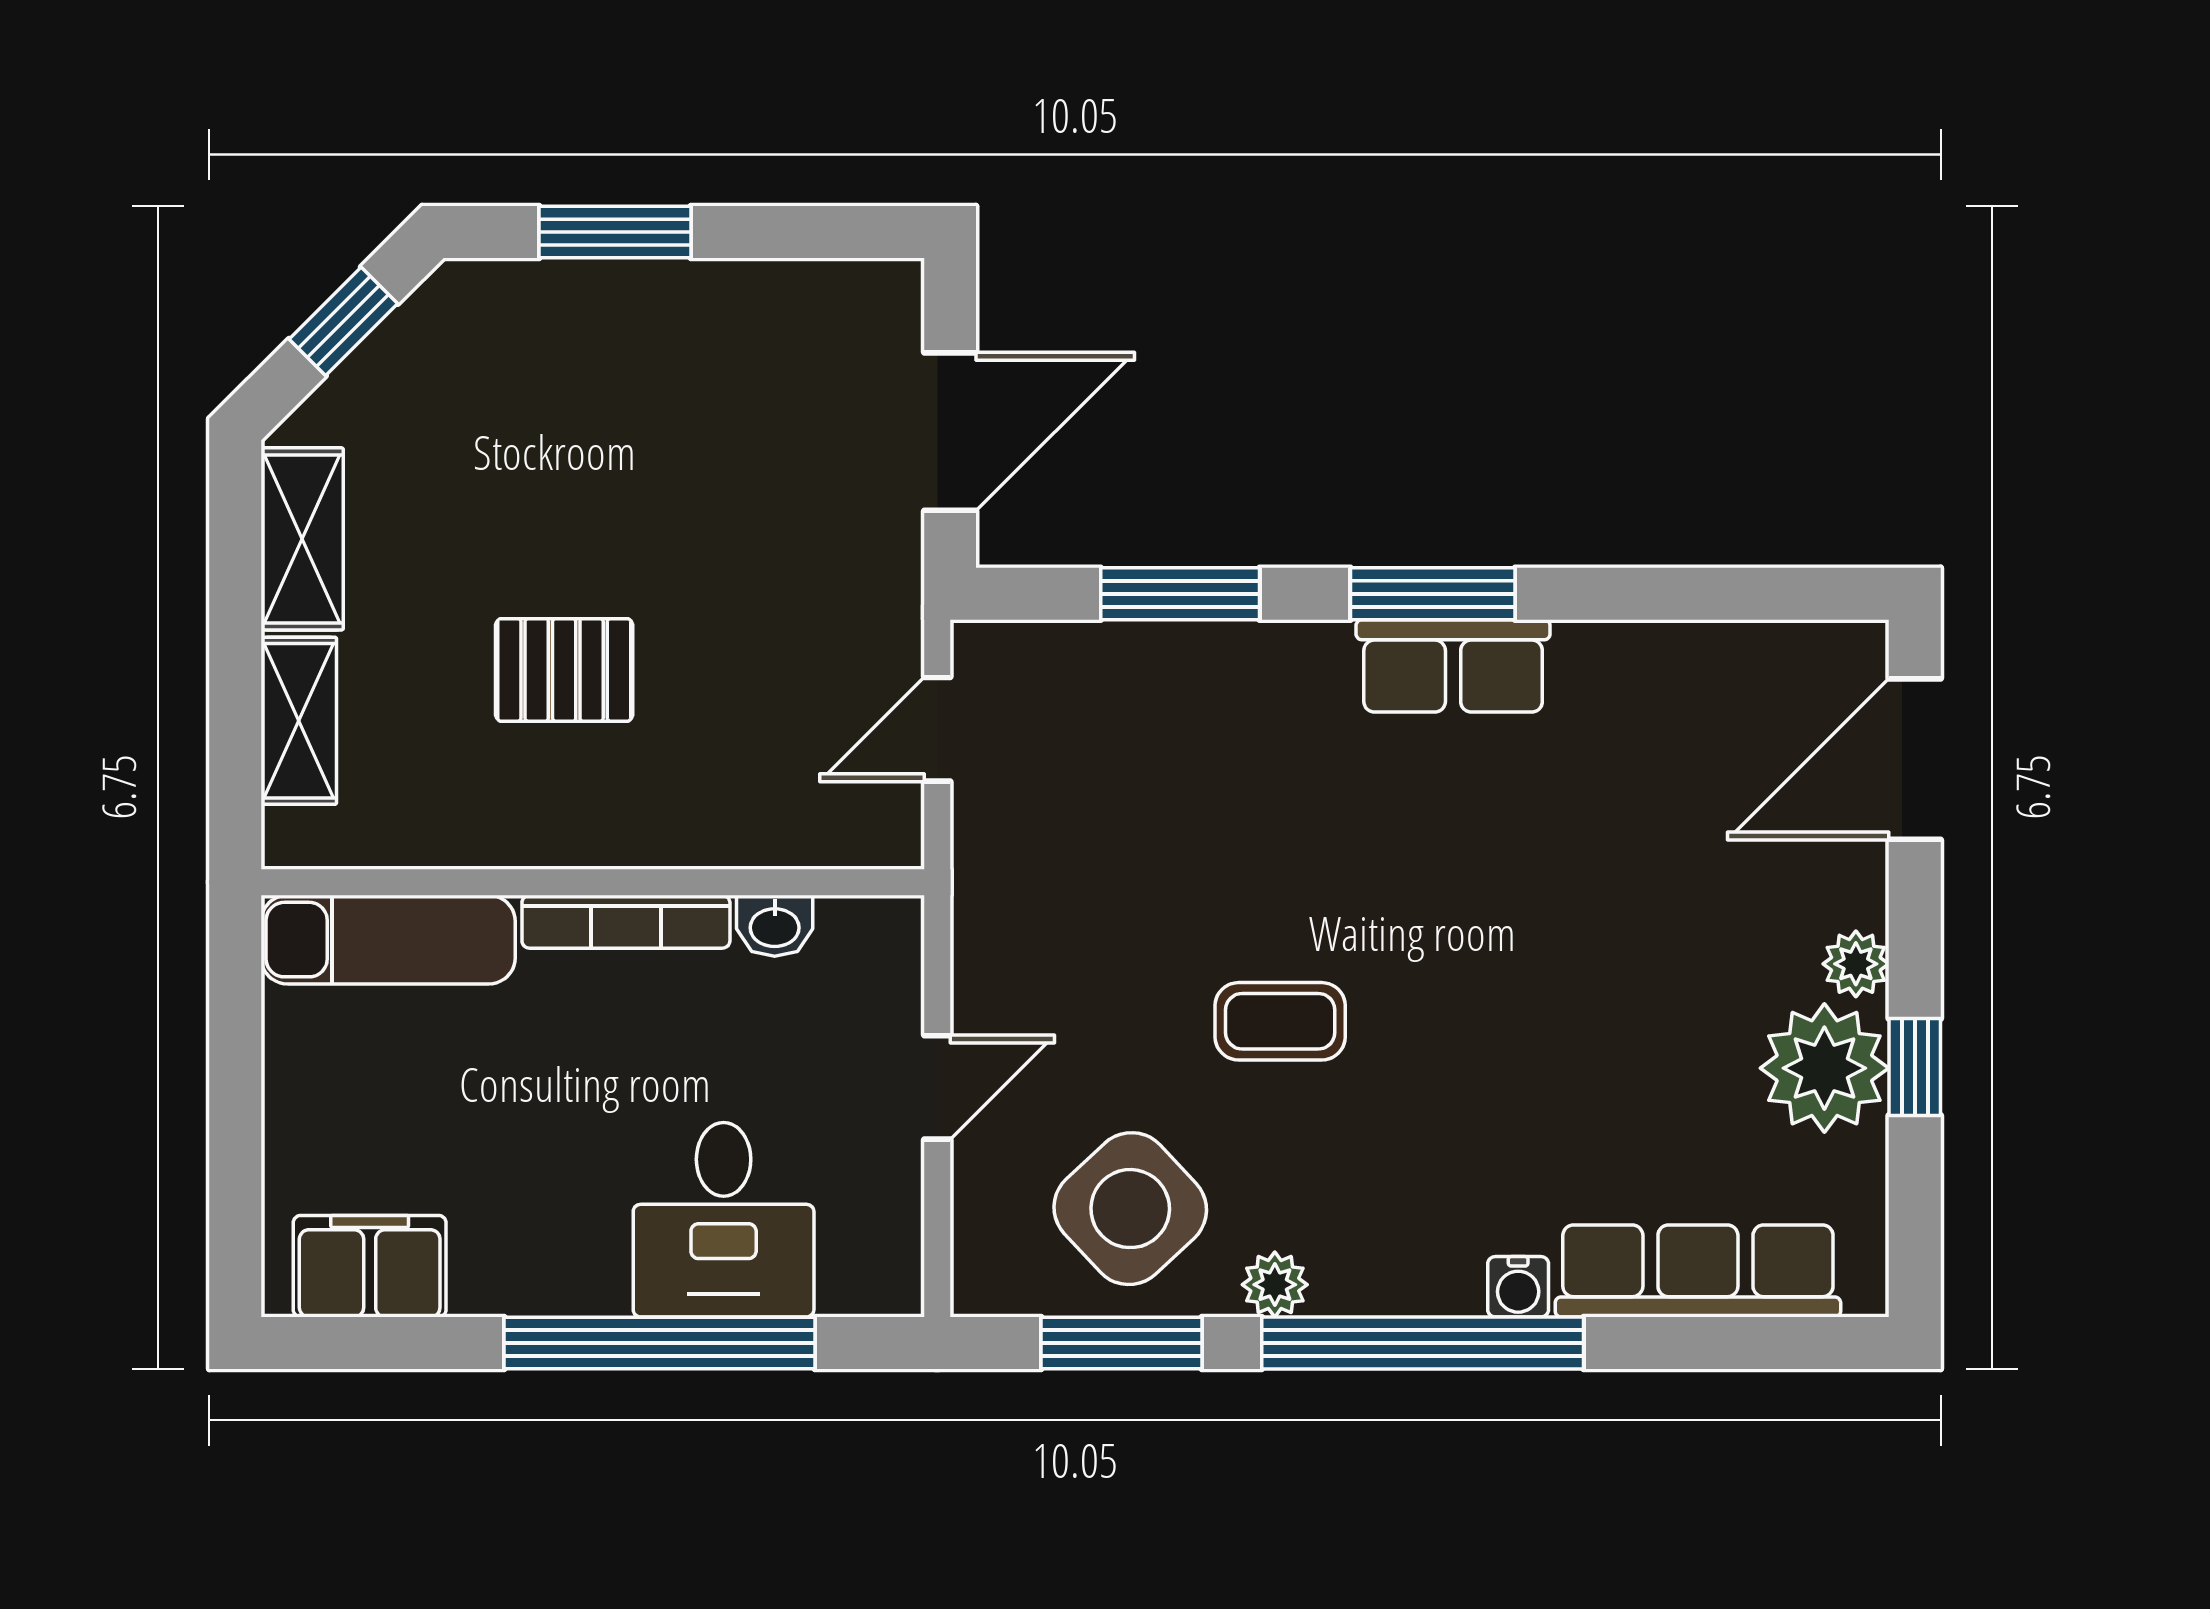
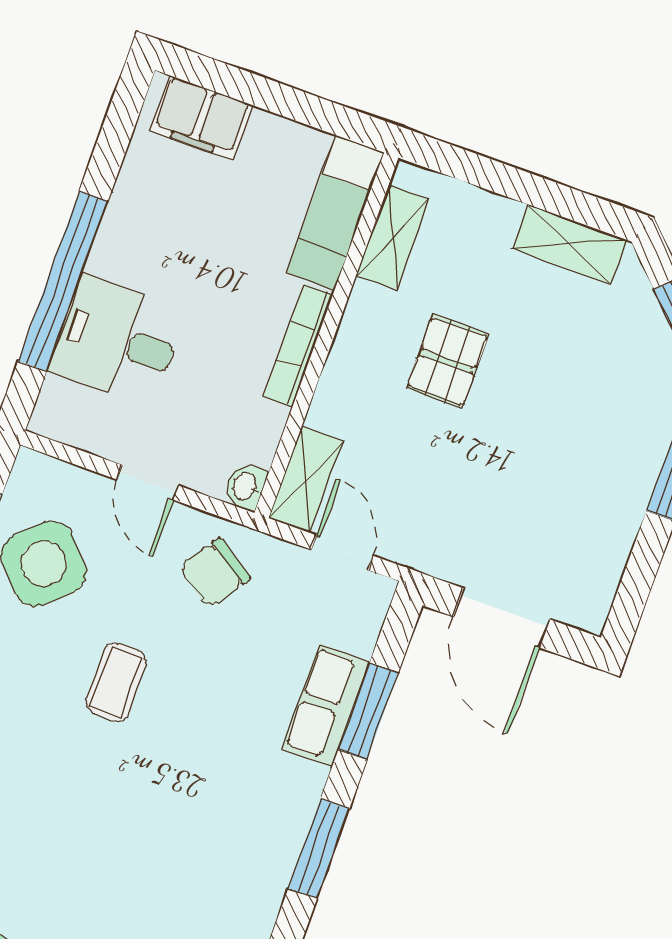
row of seats: (1453, 666) -> (326, 705), moved
shelving: (299, 721) -> (393, 237), moved, turned 90
shelving: (840, 831) -> (306, 480), added
chair: (1045, 925) -> (215, 573), added
washbasin: (775, 926) -> (245, 486), moved
filing cabinet: (370, 1266) -> (201, 118), moved, turned 90

